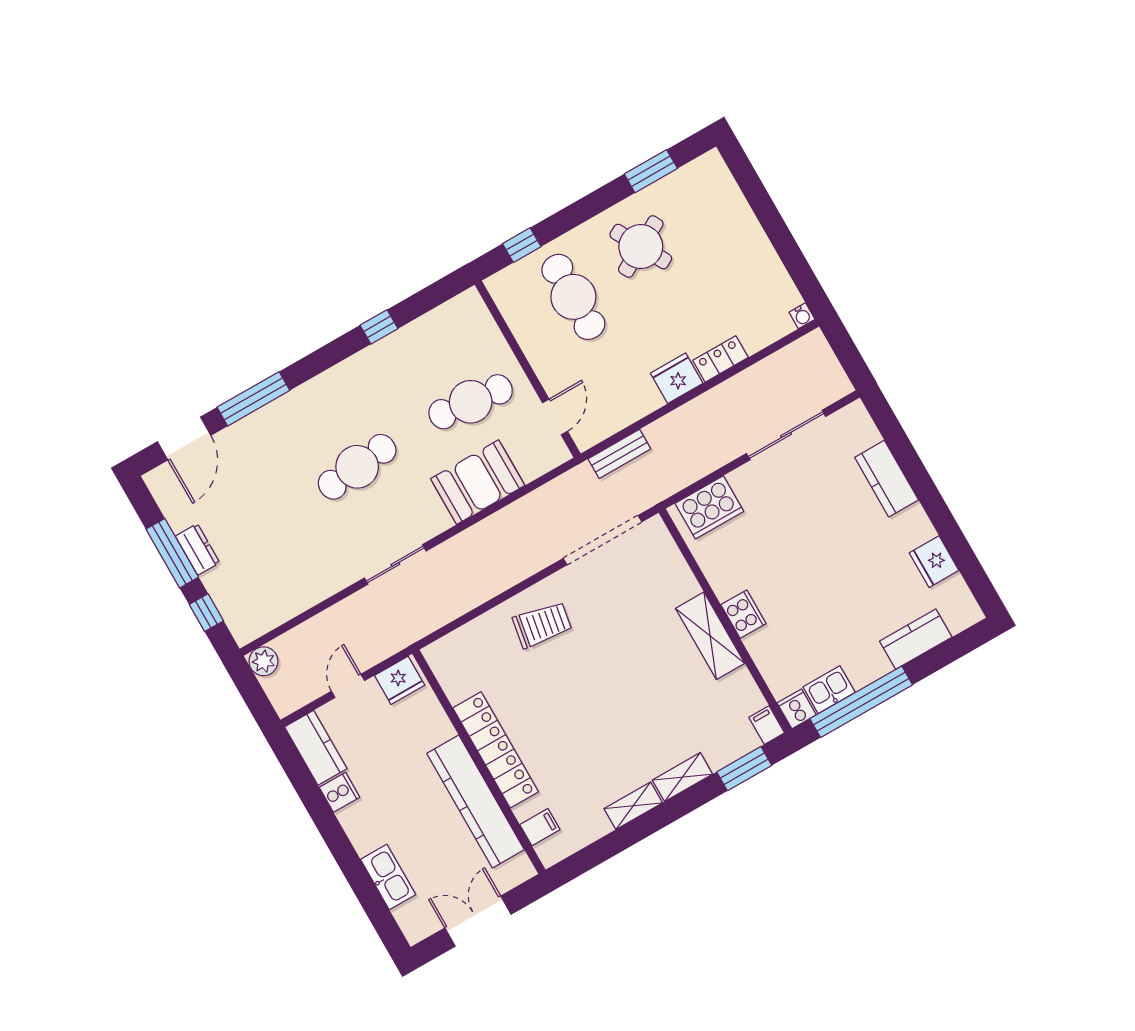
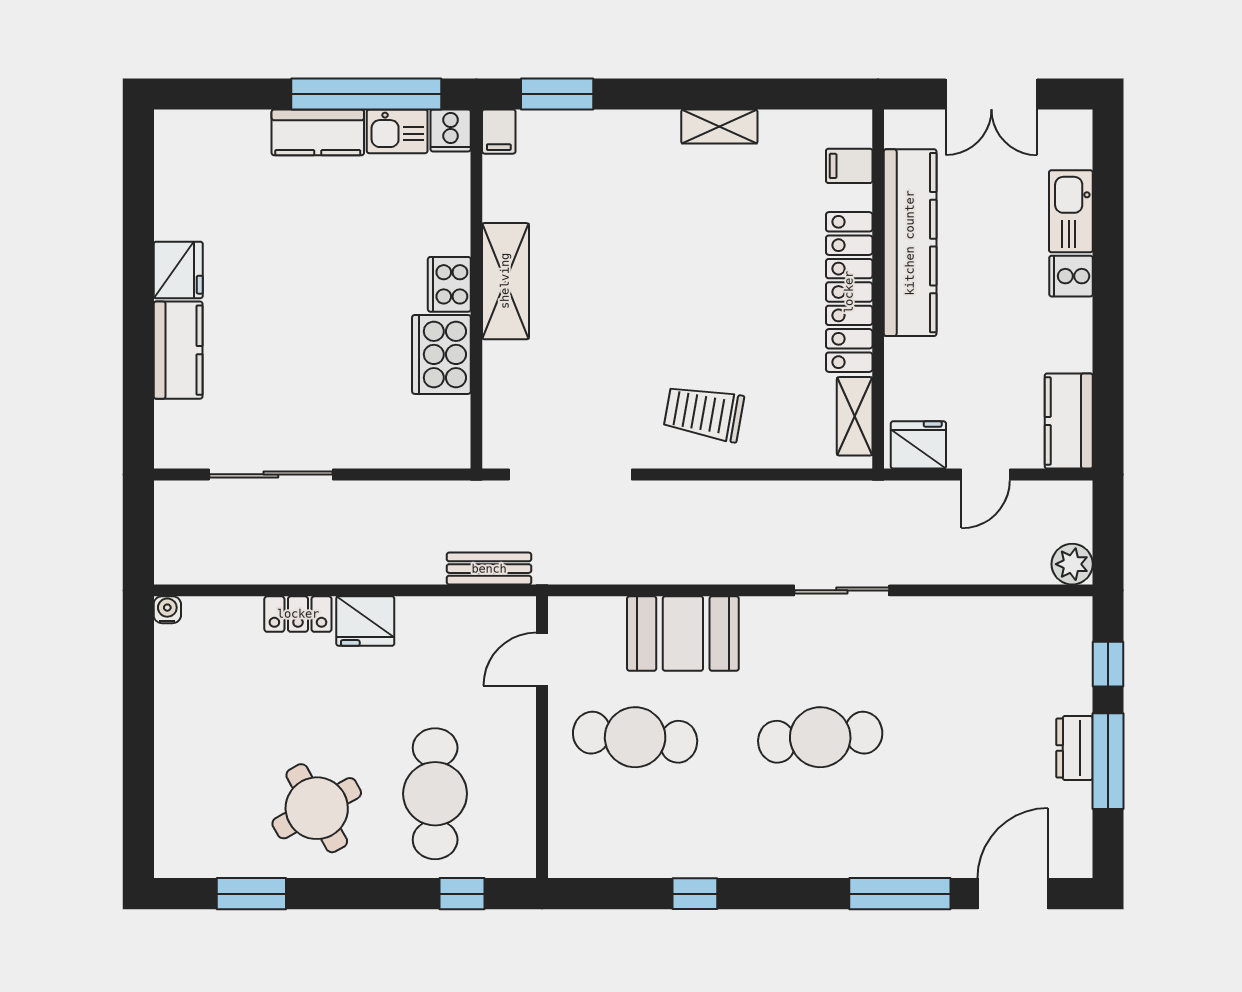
cooker: (709, 507) -> (441, 354), moved, turned -90
fridge: (934, 562) -> (178, 270), moved
kitchen counter: (916, 639) -> (318, 132), moved
shelving: (682, 777) -> (855, 416), moved, turned 90
cooker: (339, 792) -> (1071, 276), moved

